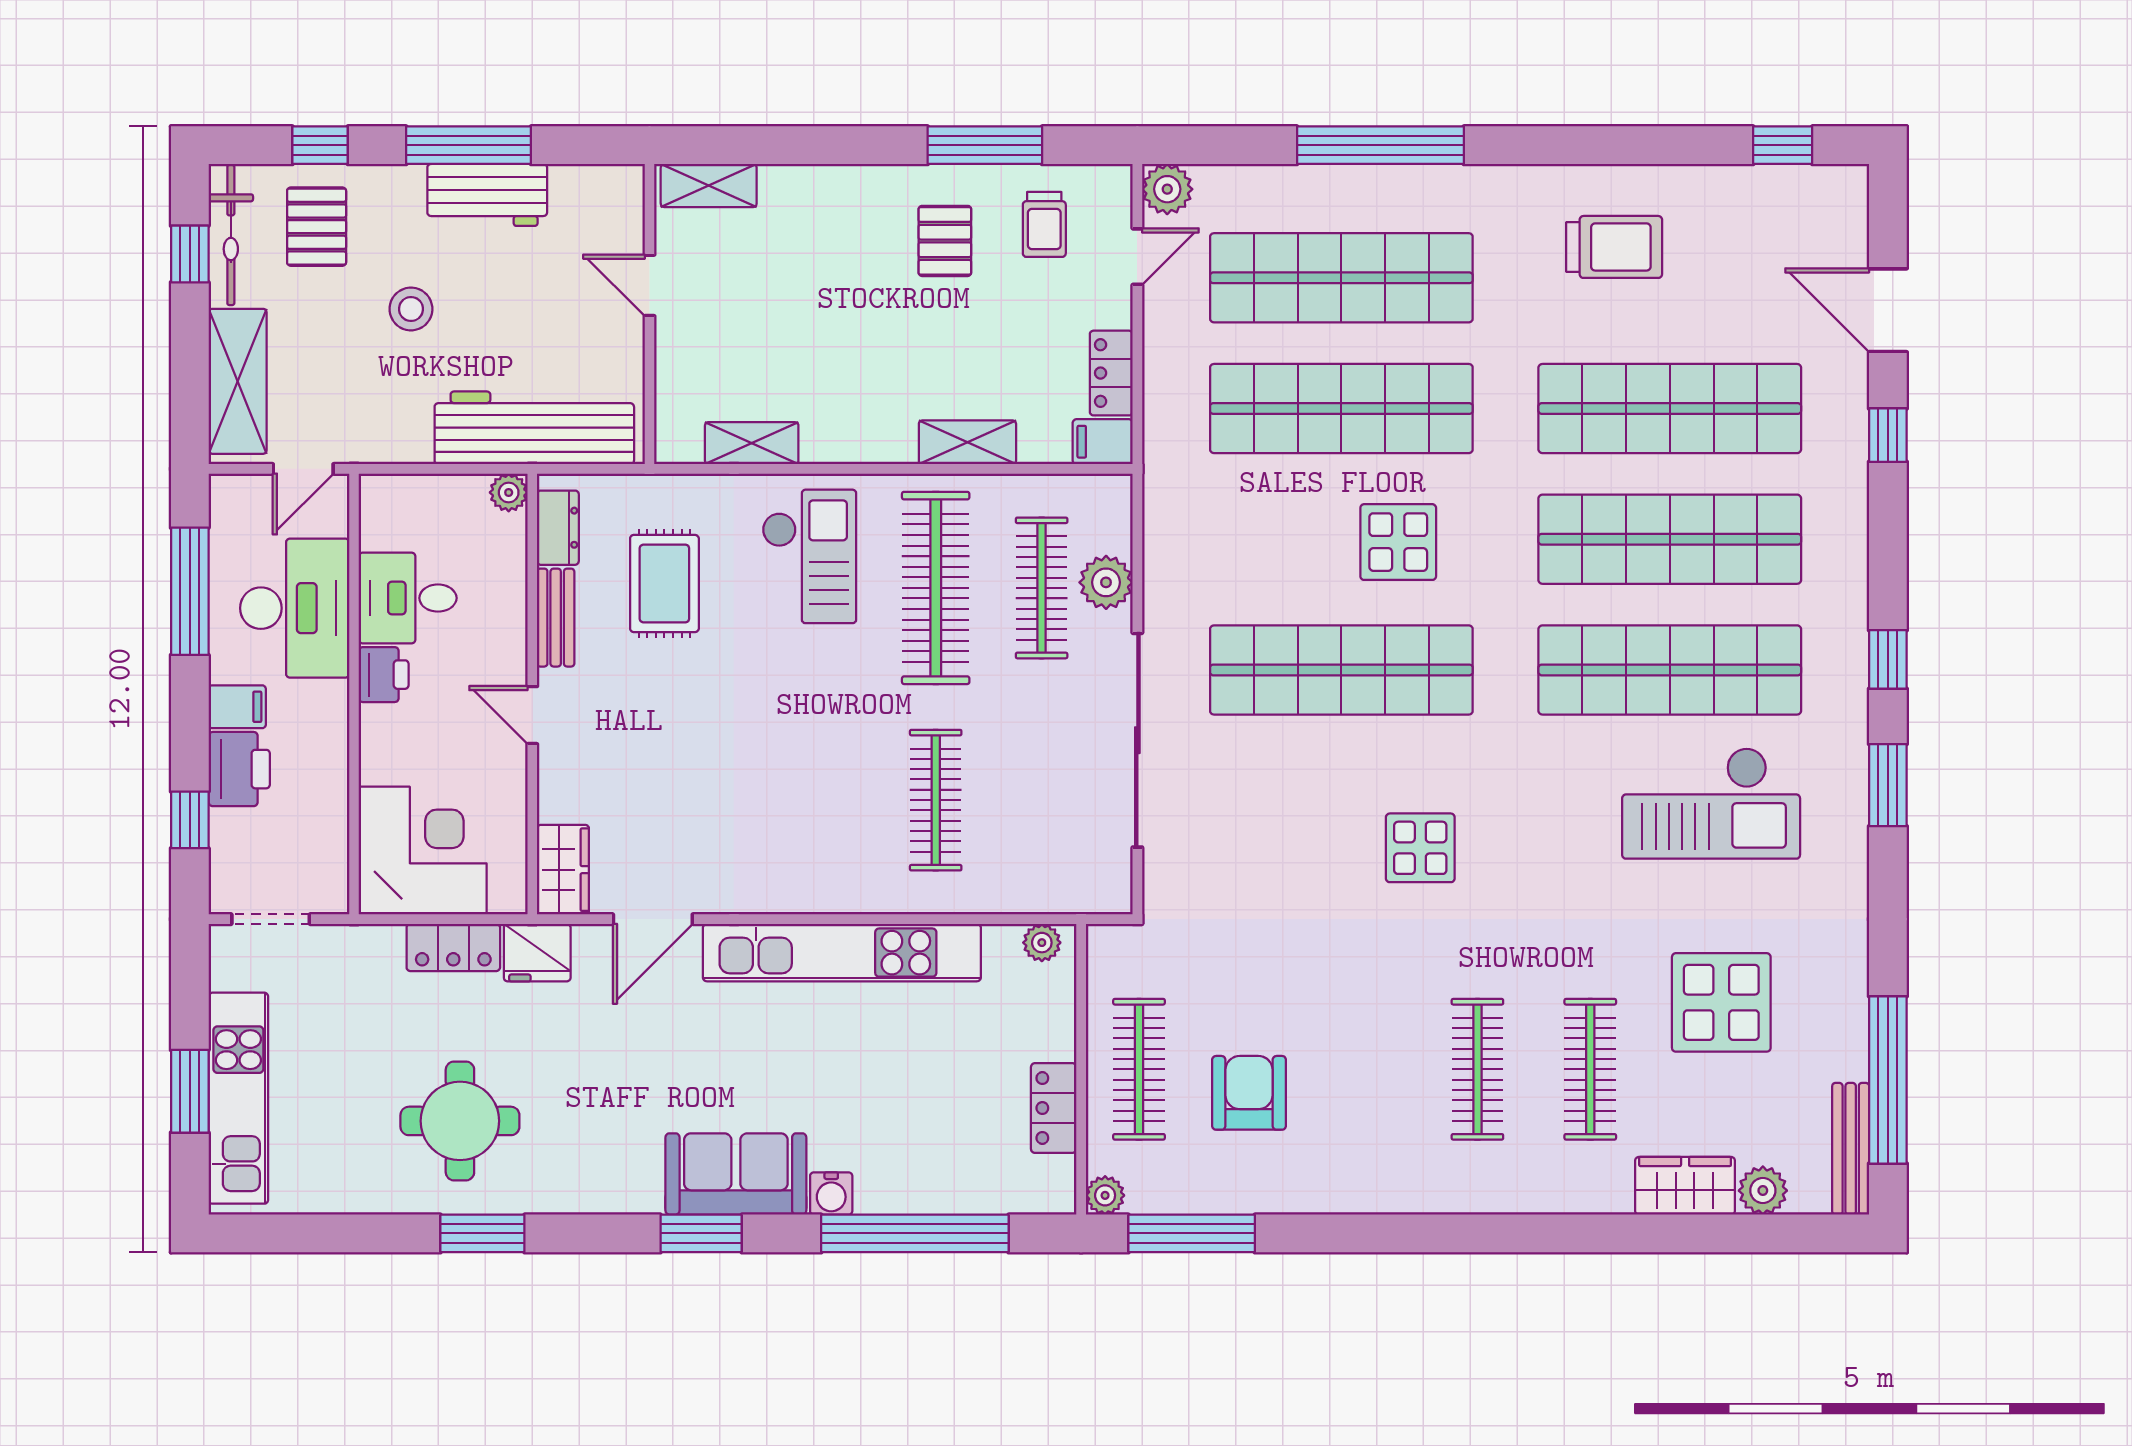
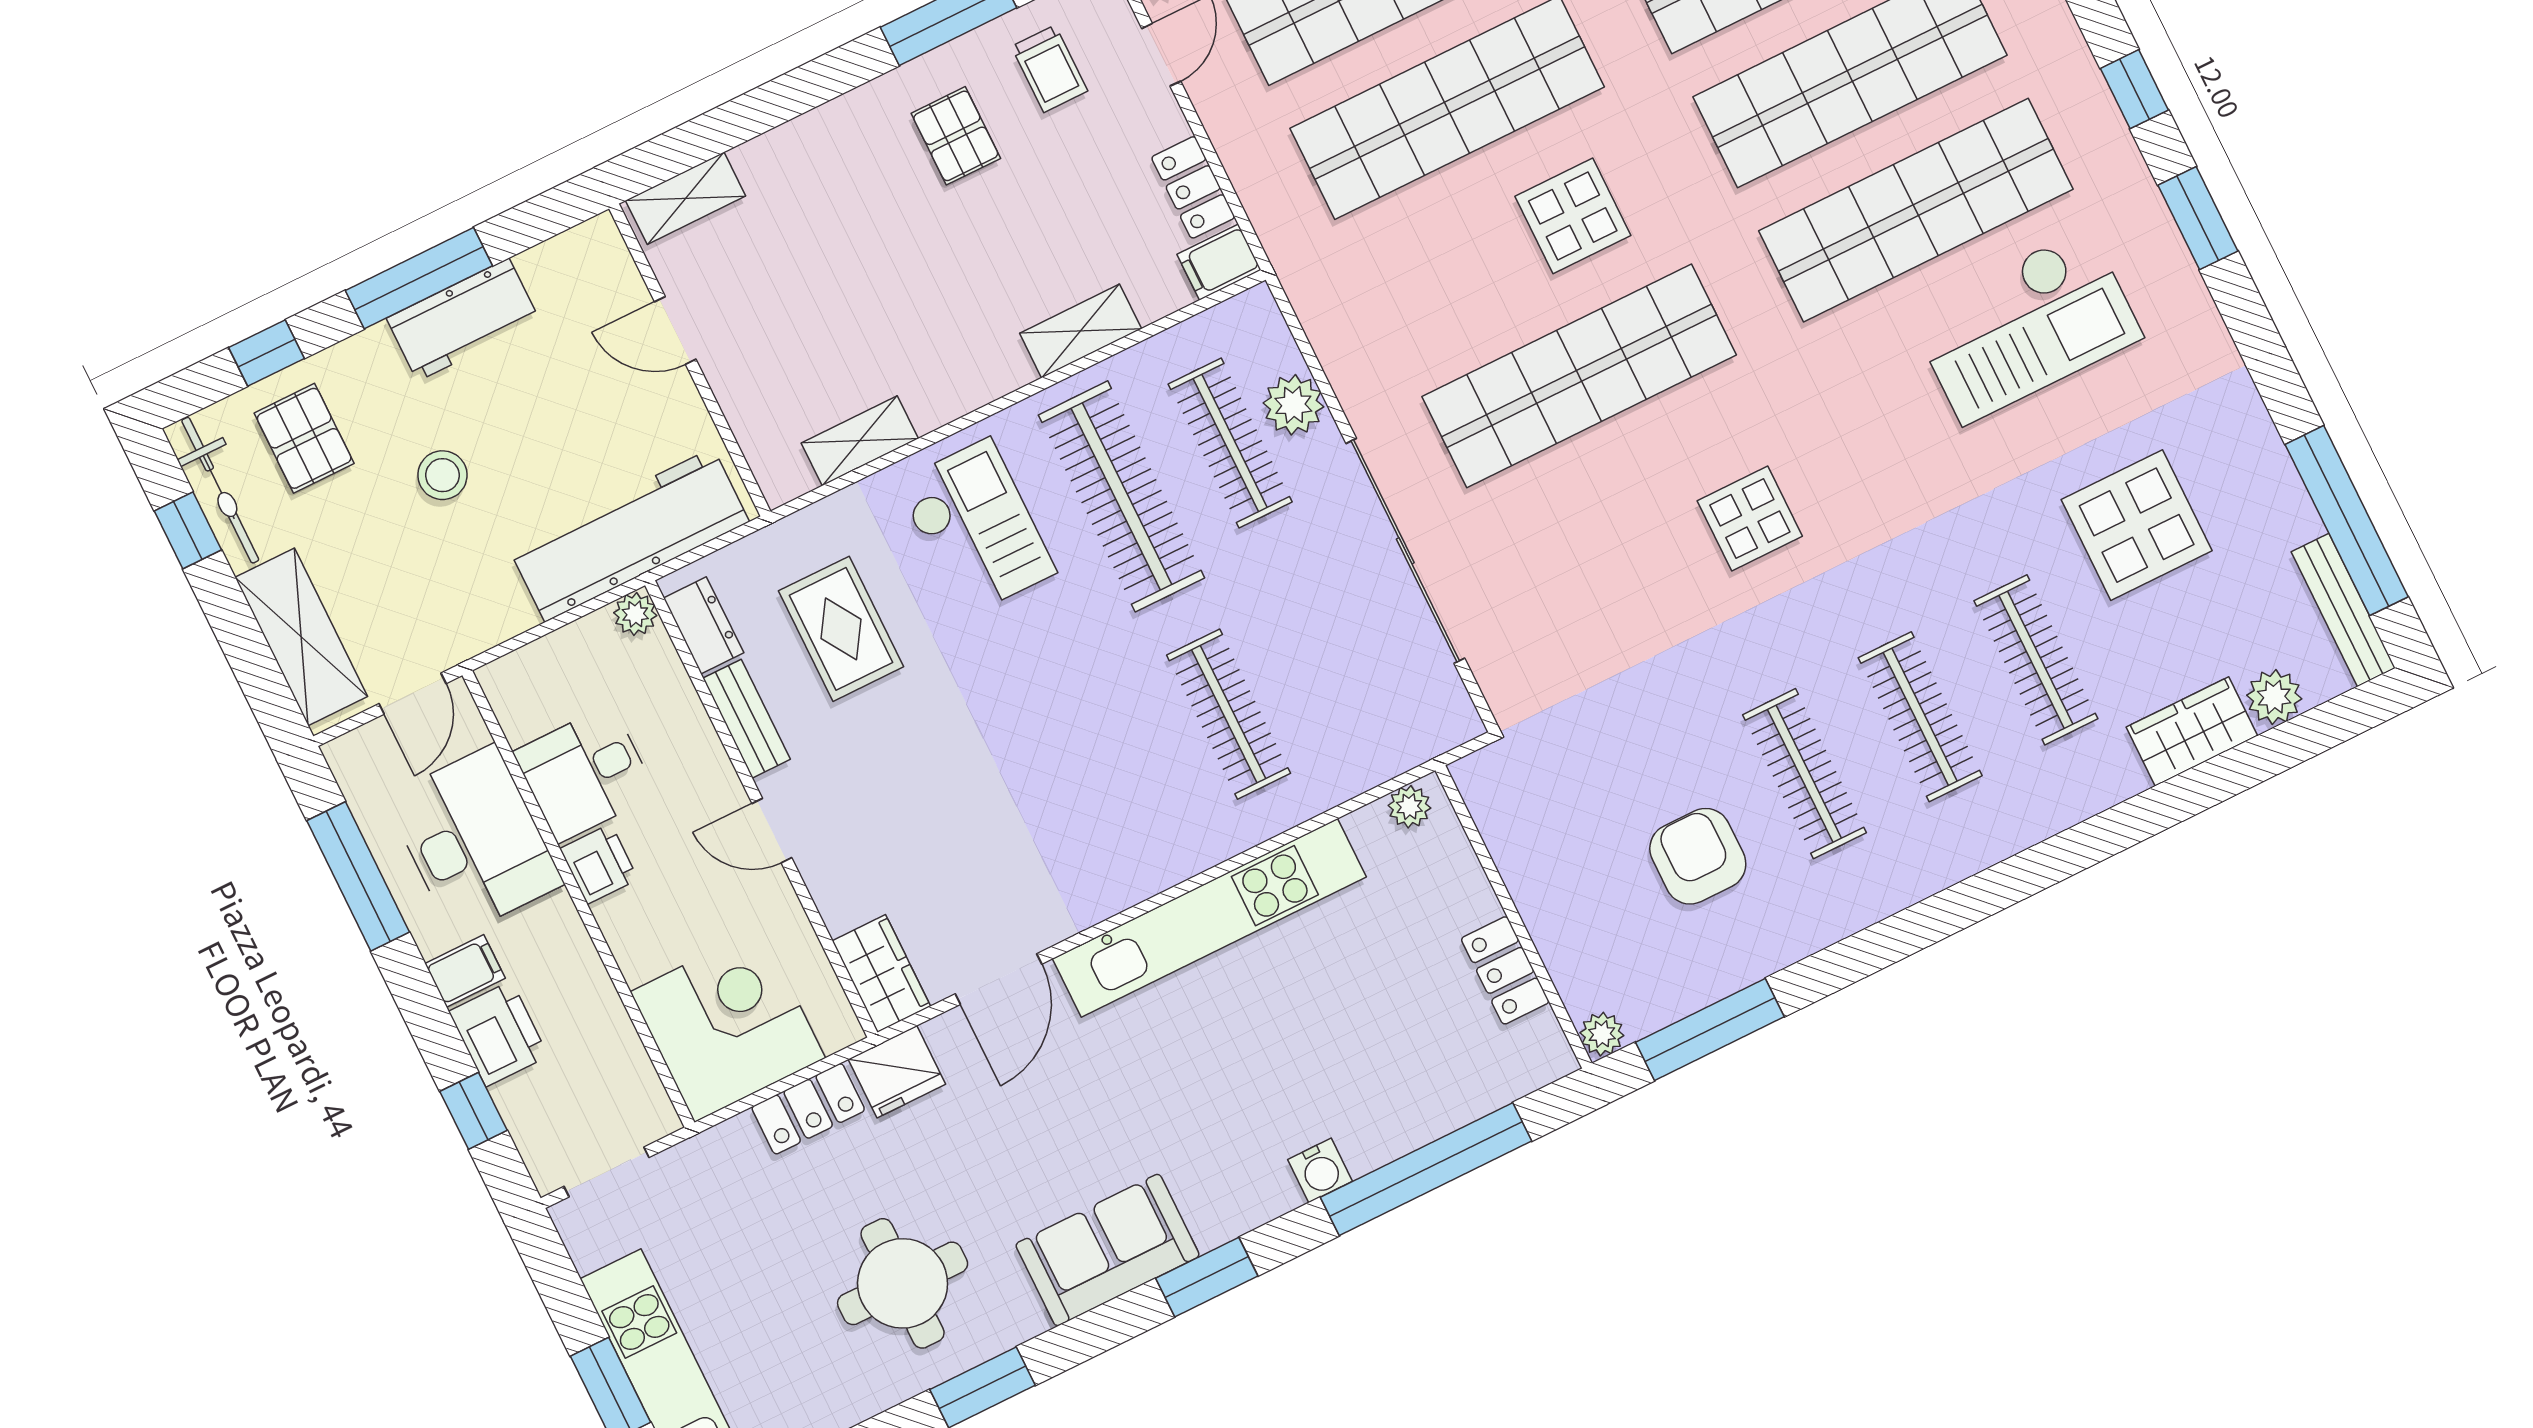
clothes rail: (1139, 1069) -> (1804, 774), moved
sofa: (736, 1174) -> (1108, 1250), moved

